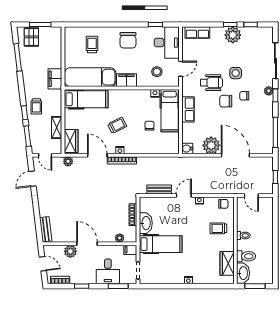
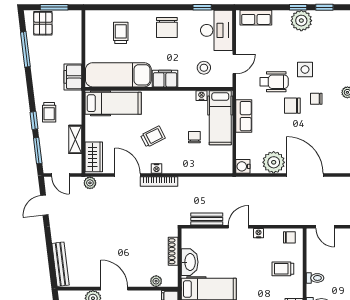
bench: (46, 229) -> (61, 264), width x1.36

